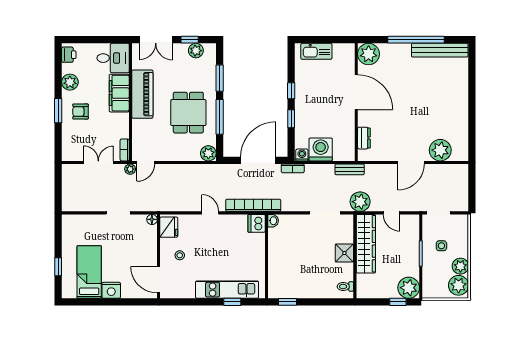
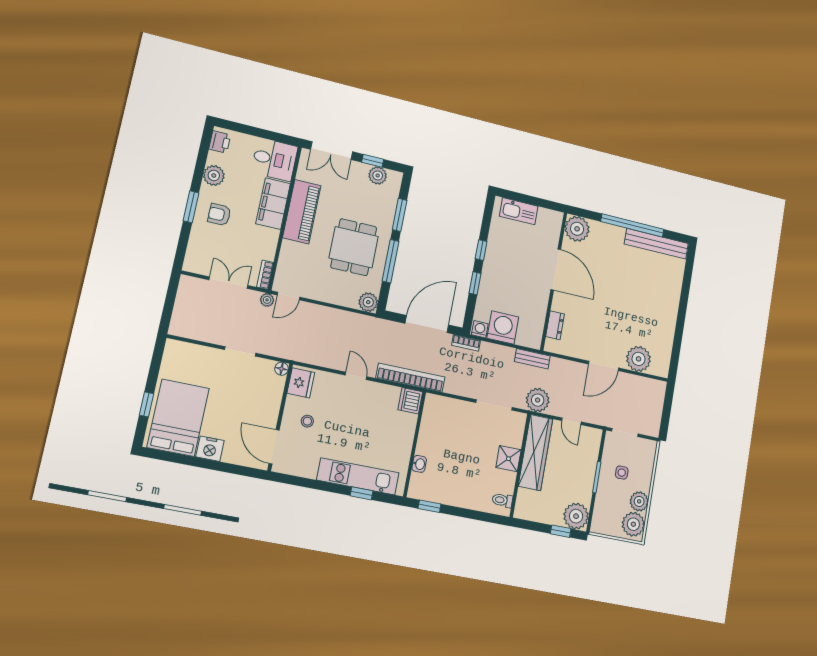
washbasin: (273, 221) -> (419, 464), moved
bed: (89, 272) -> (178, 418), width x1.50

